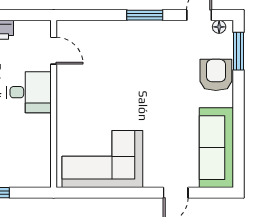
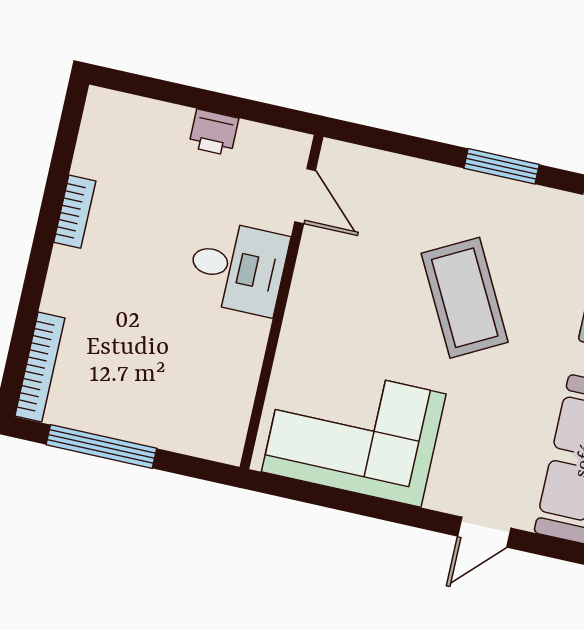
coffee table: (141, 82) -> (465, 298), added

